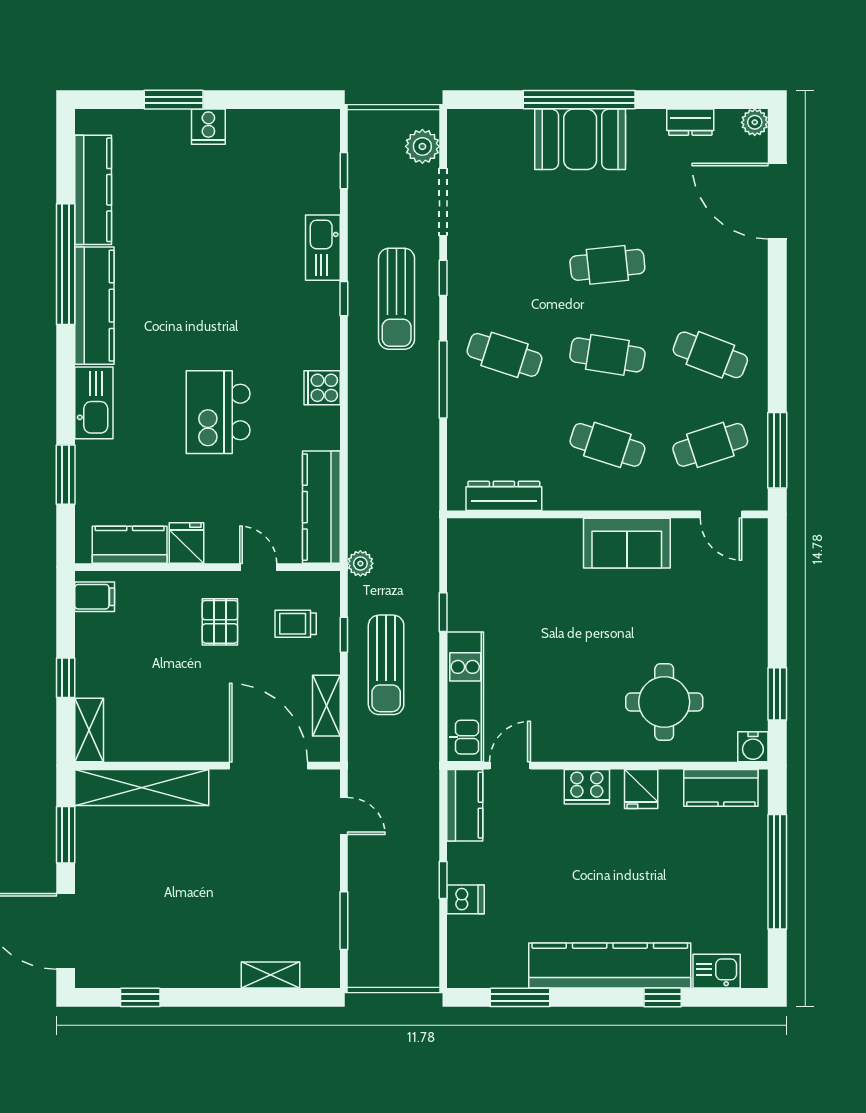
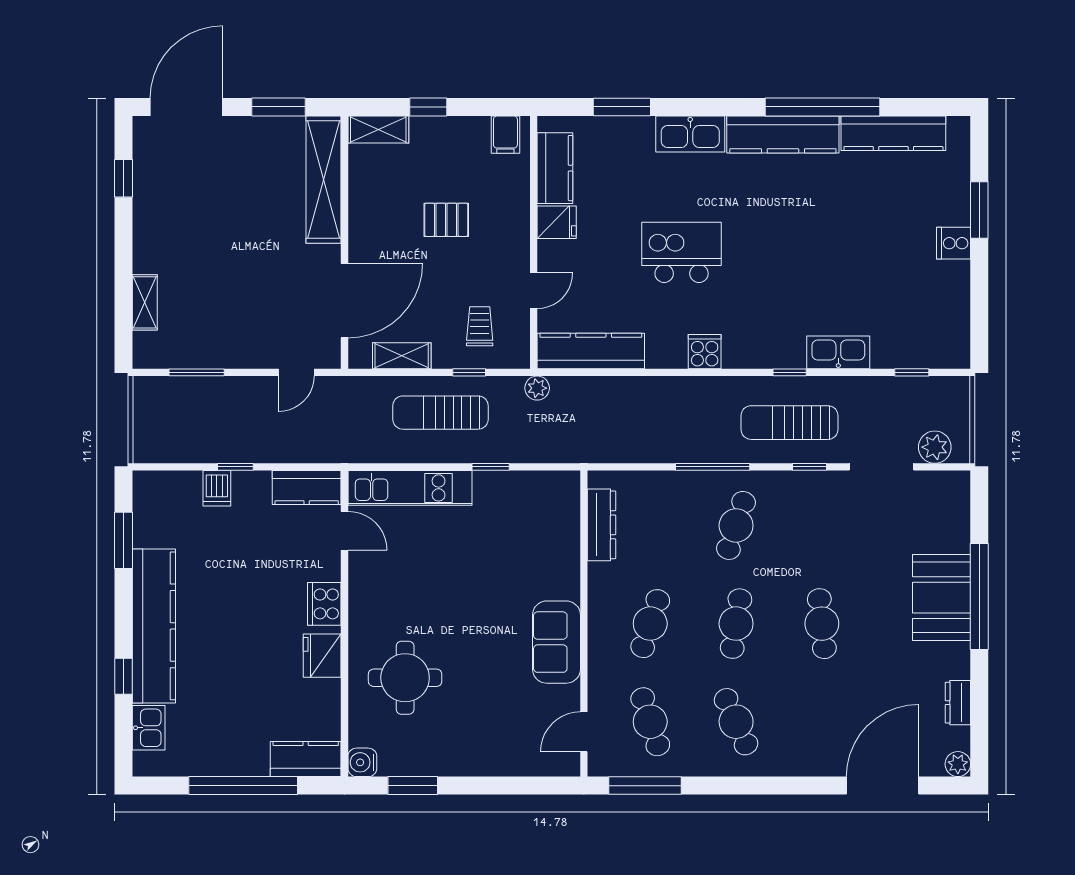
cafe table: (710, 355) -> (736, 722), turned -45
pallet: (220, 622) -> (446, 220), moved
kitchen counter: (721, 788) -> (306, 759), moved, turned 90
fridge: (641, 789) -> (322, 656), width x1.38

